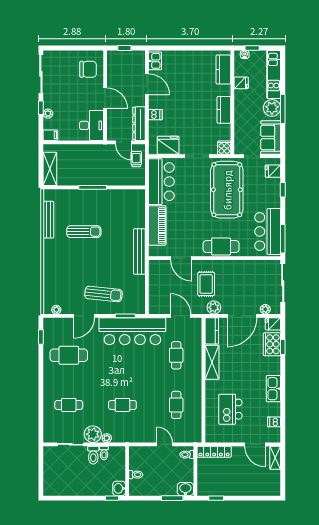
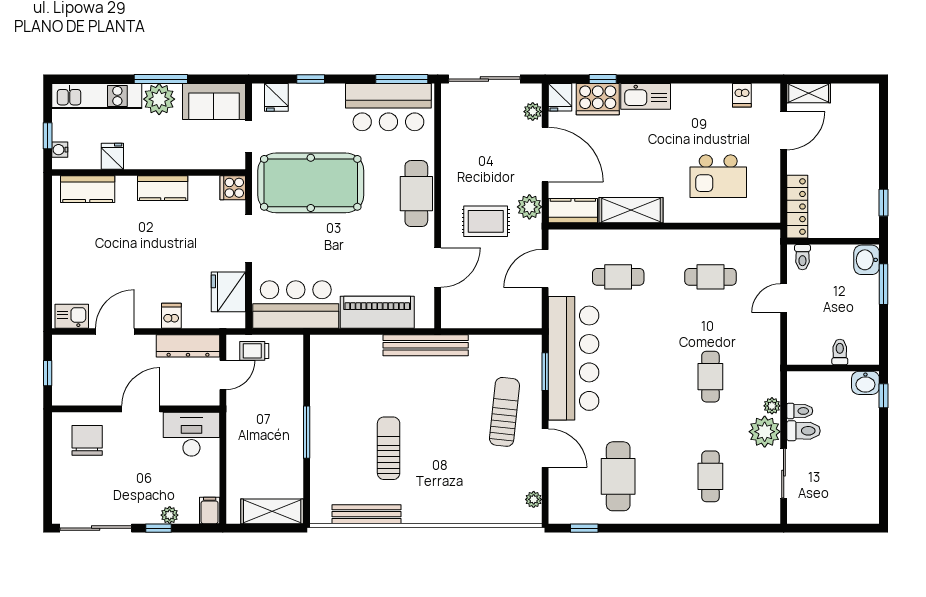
kitchen sink: (273, 389) -> (646, 96), moved

